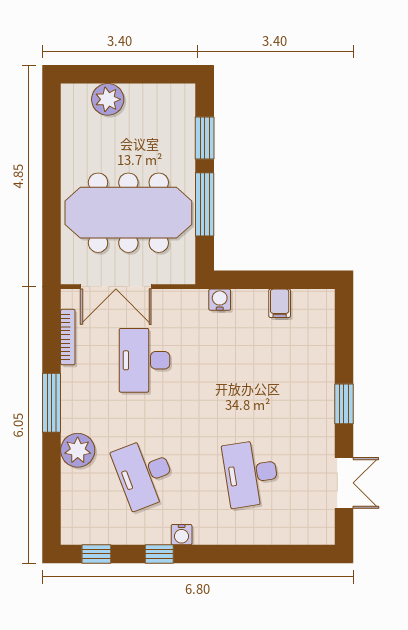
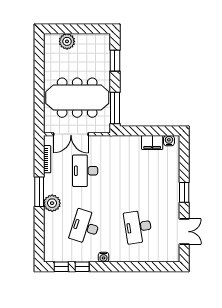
window: (205, 204) -> (115, 108), moved
water cooler: (220, 300) -> (169, 141), moved
filing cabinet: (280, 303) -> (152, 142), width x2.00
plant: (78, 450) -> (52, 203), moved
desk: (145, 474) -> (85, 227), turned 39
window: (159, 554) -> (82, 267), moved

